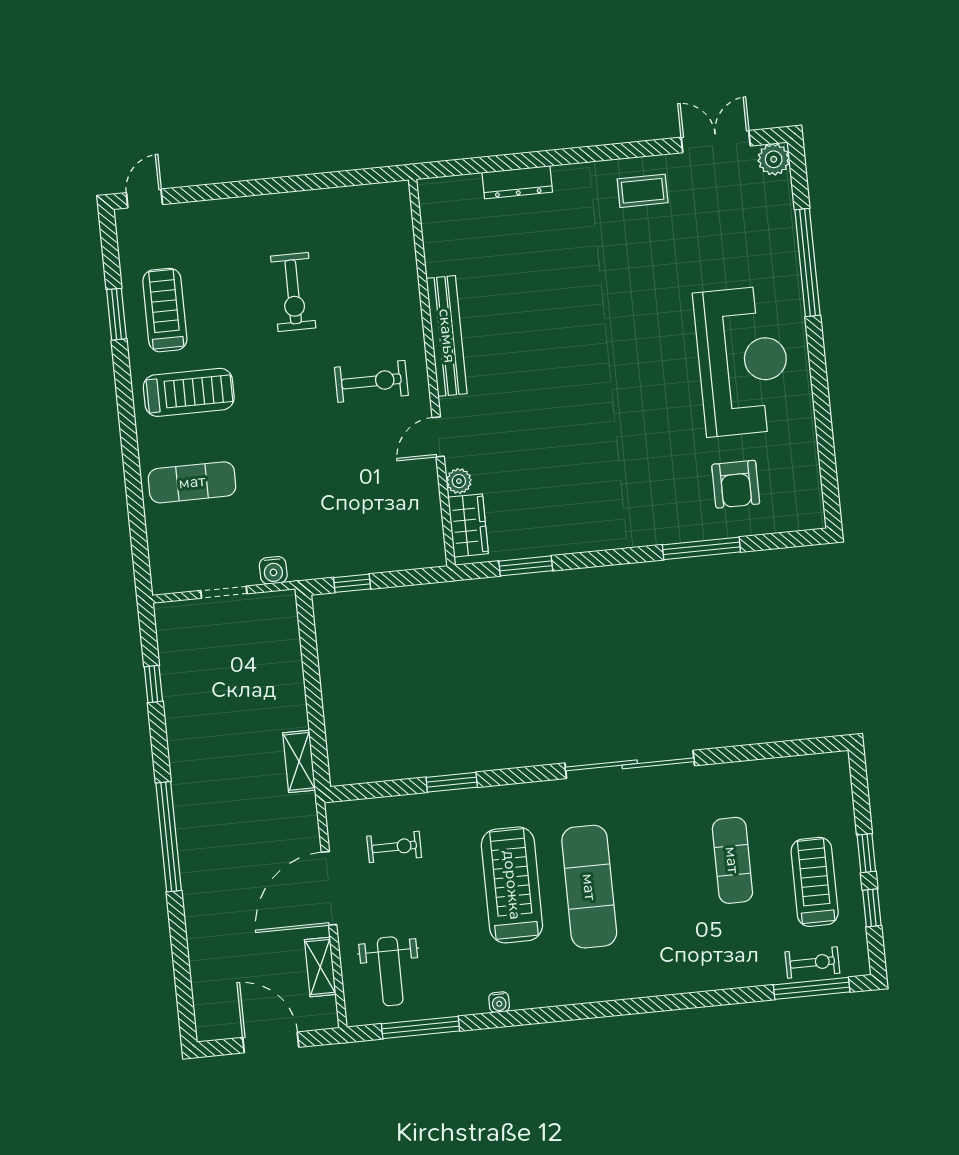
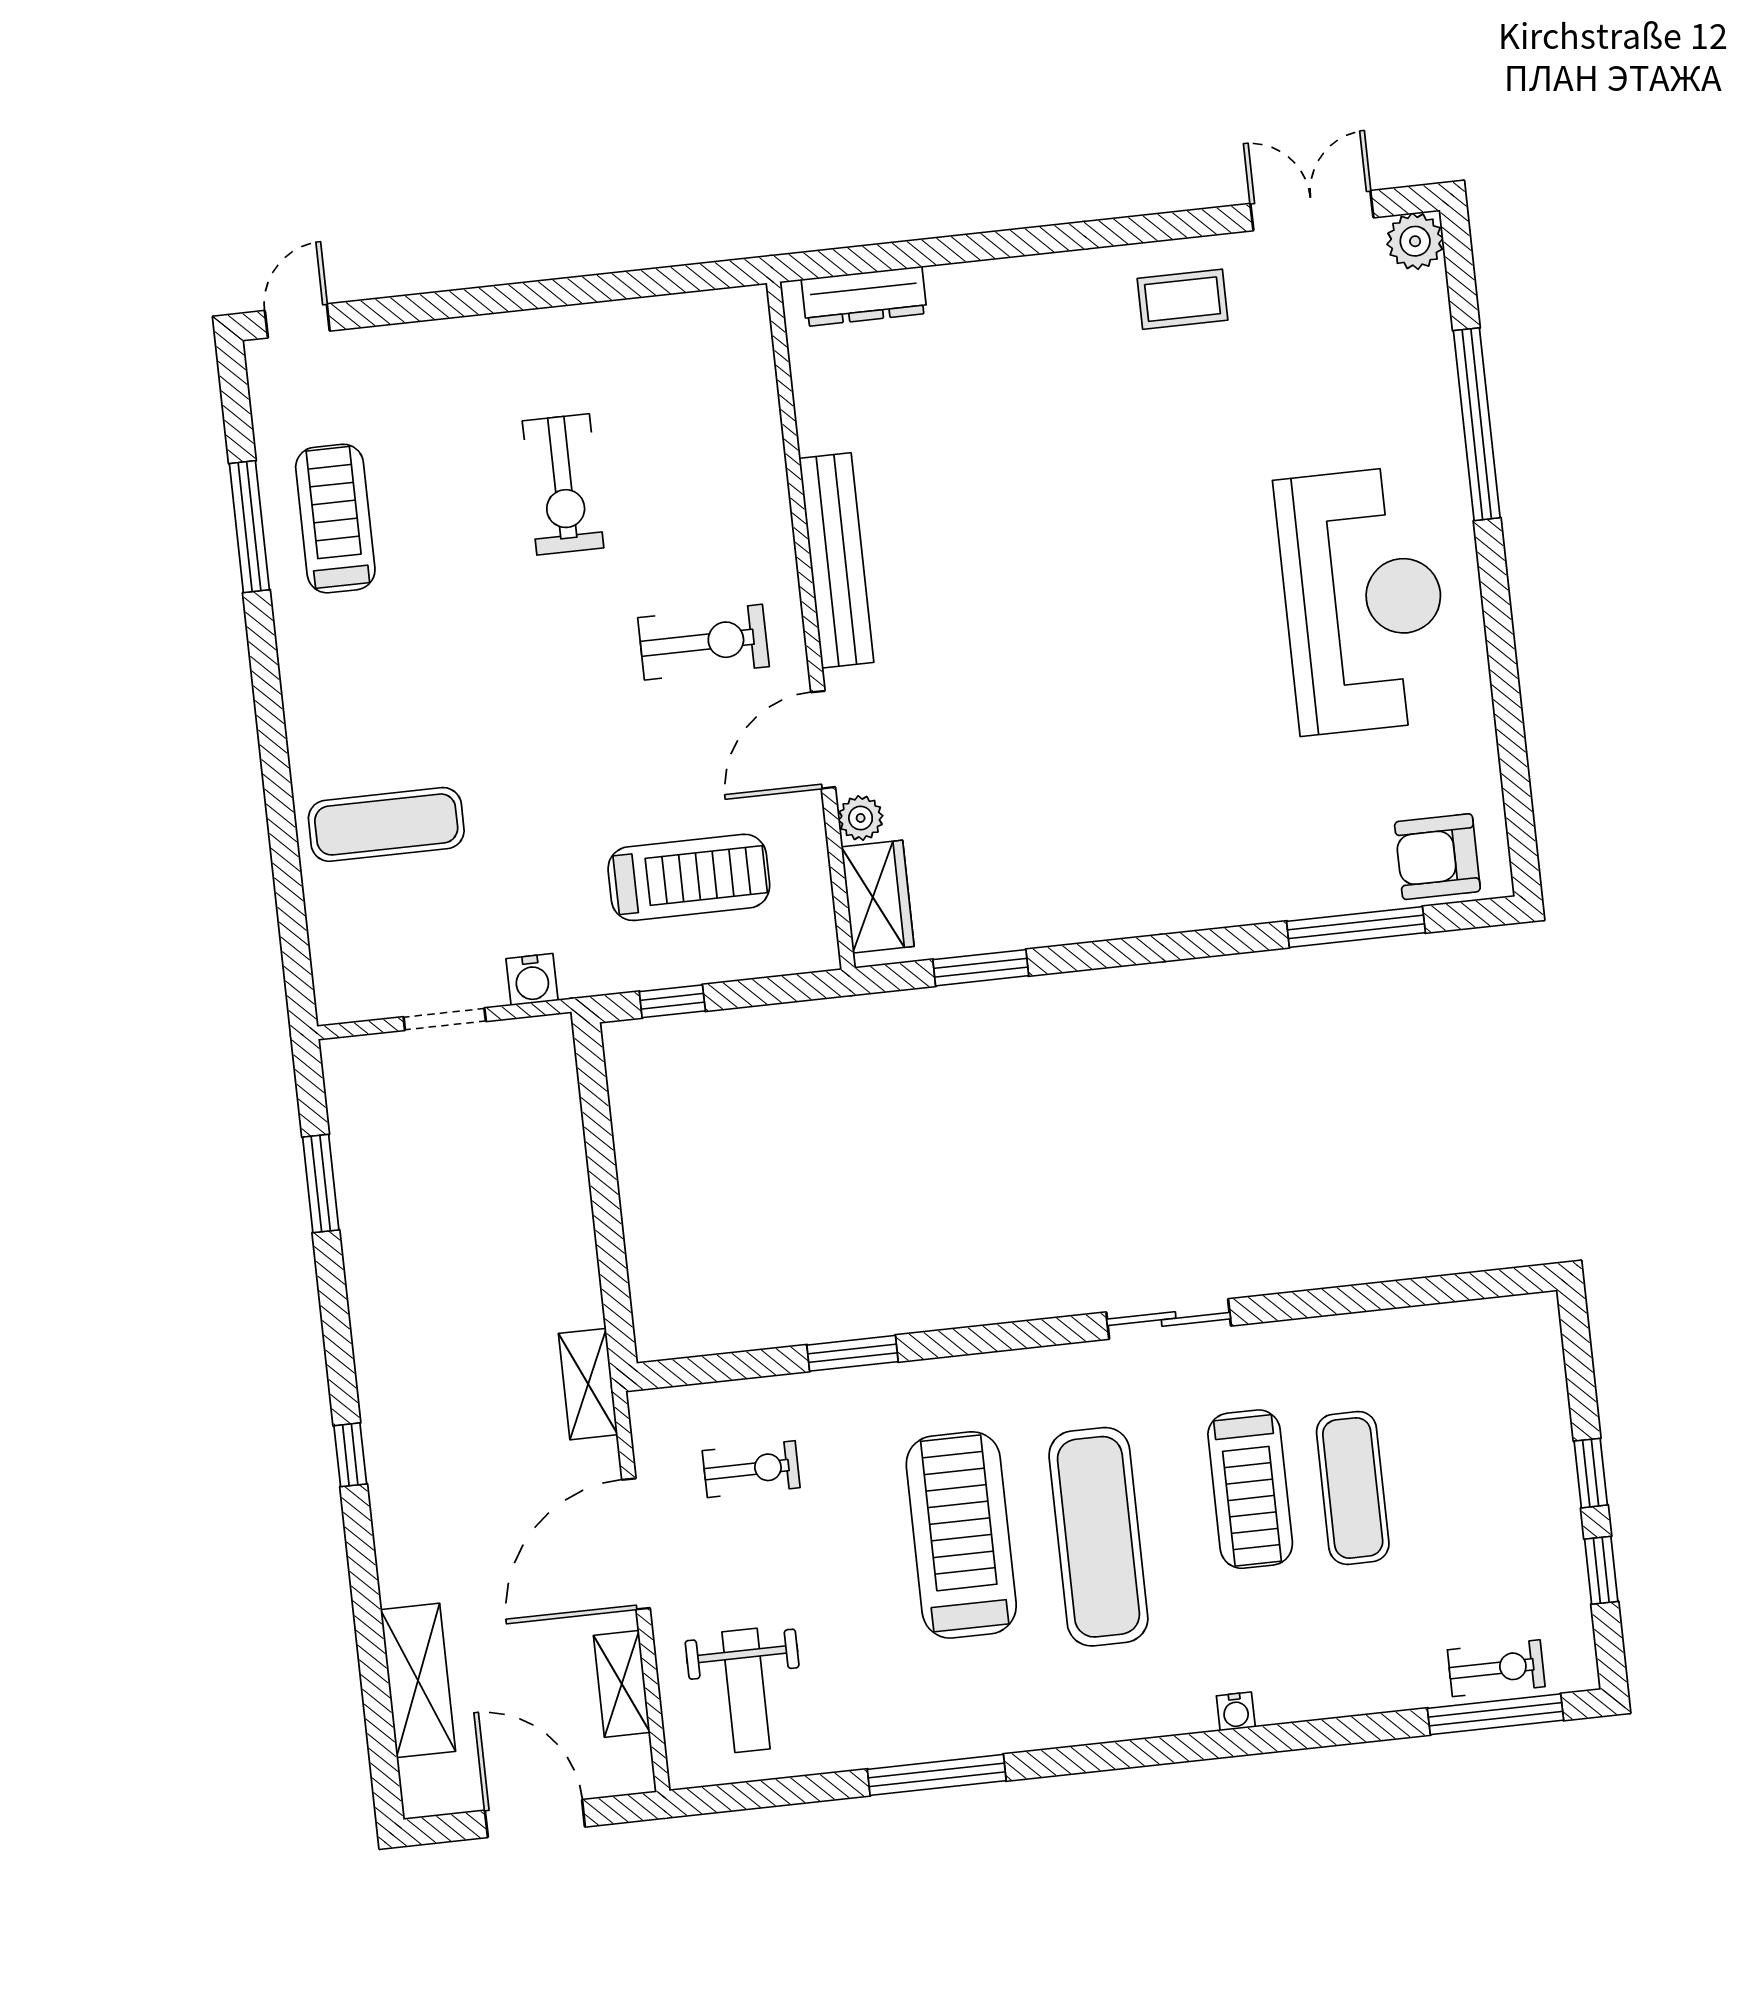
dresser: (517, 182) -> (864, 296), moved
window: (116, 314) -> (249, 527), width x1.44
treadmill: (189, 392) -> (689, 877), moved
door: (438, 437) -> (823, 740), width x1.38
armchair: (736, 484) -> (1437, 857), moved, turned 90
window: (701, 548) -> (1356, 927), moved
window: (153, 684) -> (321, 1184), width x1.50
shelving: (299, 761) -> (588, 1384), moved
sliding door: (630, 764) -> (1169, 1319), width x0.54
window: (169, 837) -> (350, 1455), width x0.32
treadmill: (815, 882) -> (1250, 1489), moved, turned 180
shelving: (206, 964) -> (418, 1680), added
water cooler: (499, 1002) -> (1236, 1711), moved
window: (420, 1027) -> (937, 1775), moved

